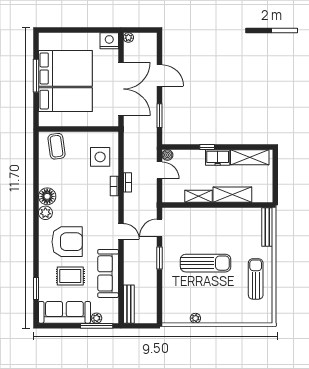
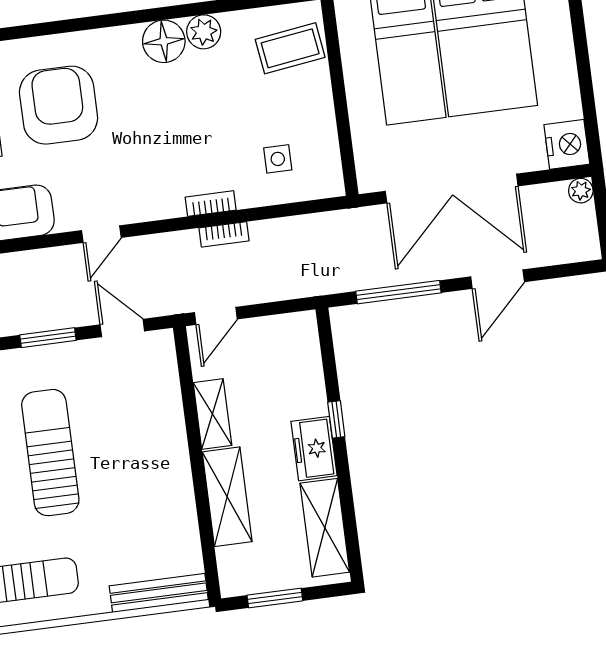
window: (160, 116) -> (398, 292), width x1.44
boiler: (167, 155) -> (304, 324), removed
side table: (100, 157) -> (278, 159), width x0.54, depth x0.54
door: (160, 170) -> (216, 316), moved
window: (275, 181) -> (275, 598), added
plant: (45, 213) -> (204, 32), moved
armchair: (67, 242) -> (59, 105), turned 180
sun lounger: (206, 263) -> (50, 453), turned 180

